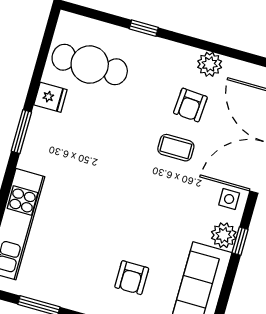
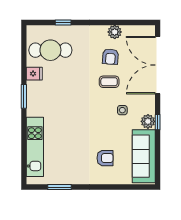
window: (144, 28) -> (63, 22), moved
side table: (229, 199) -> (122, 110), moved
armchair: (132, 278) -> (105, 158), turned -90

